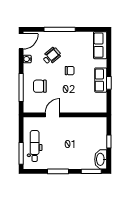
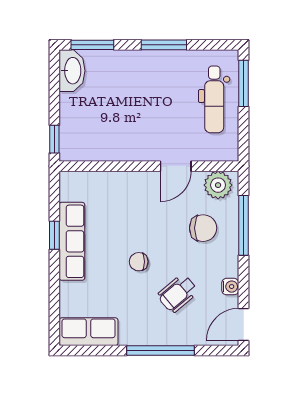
row of seats: (100, 45) -> (89, 332), moved, turned -90
row of seats: (101, 80) -> (72, 241), width x1.48
plant: (33, 106) -> (218, 185), added
window: (109, 142) -> (54, 139), moved

